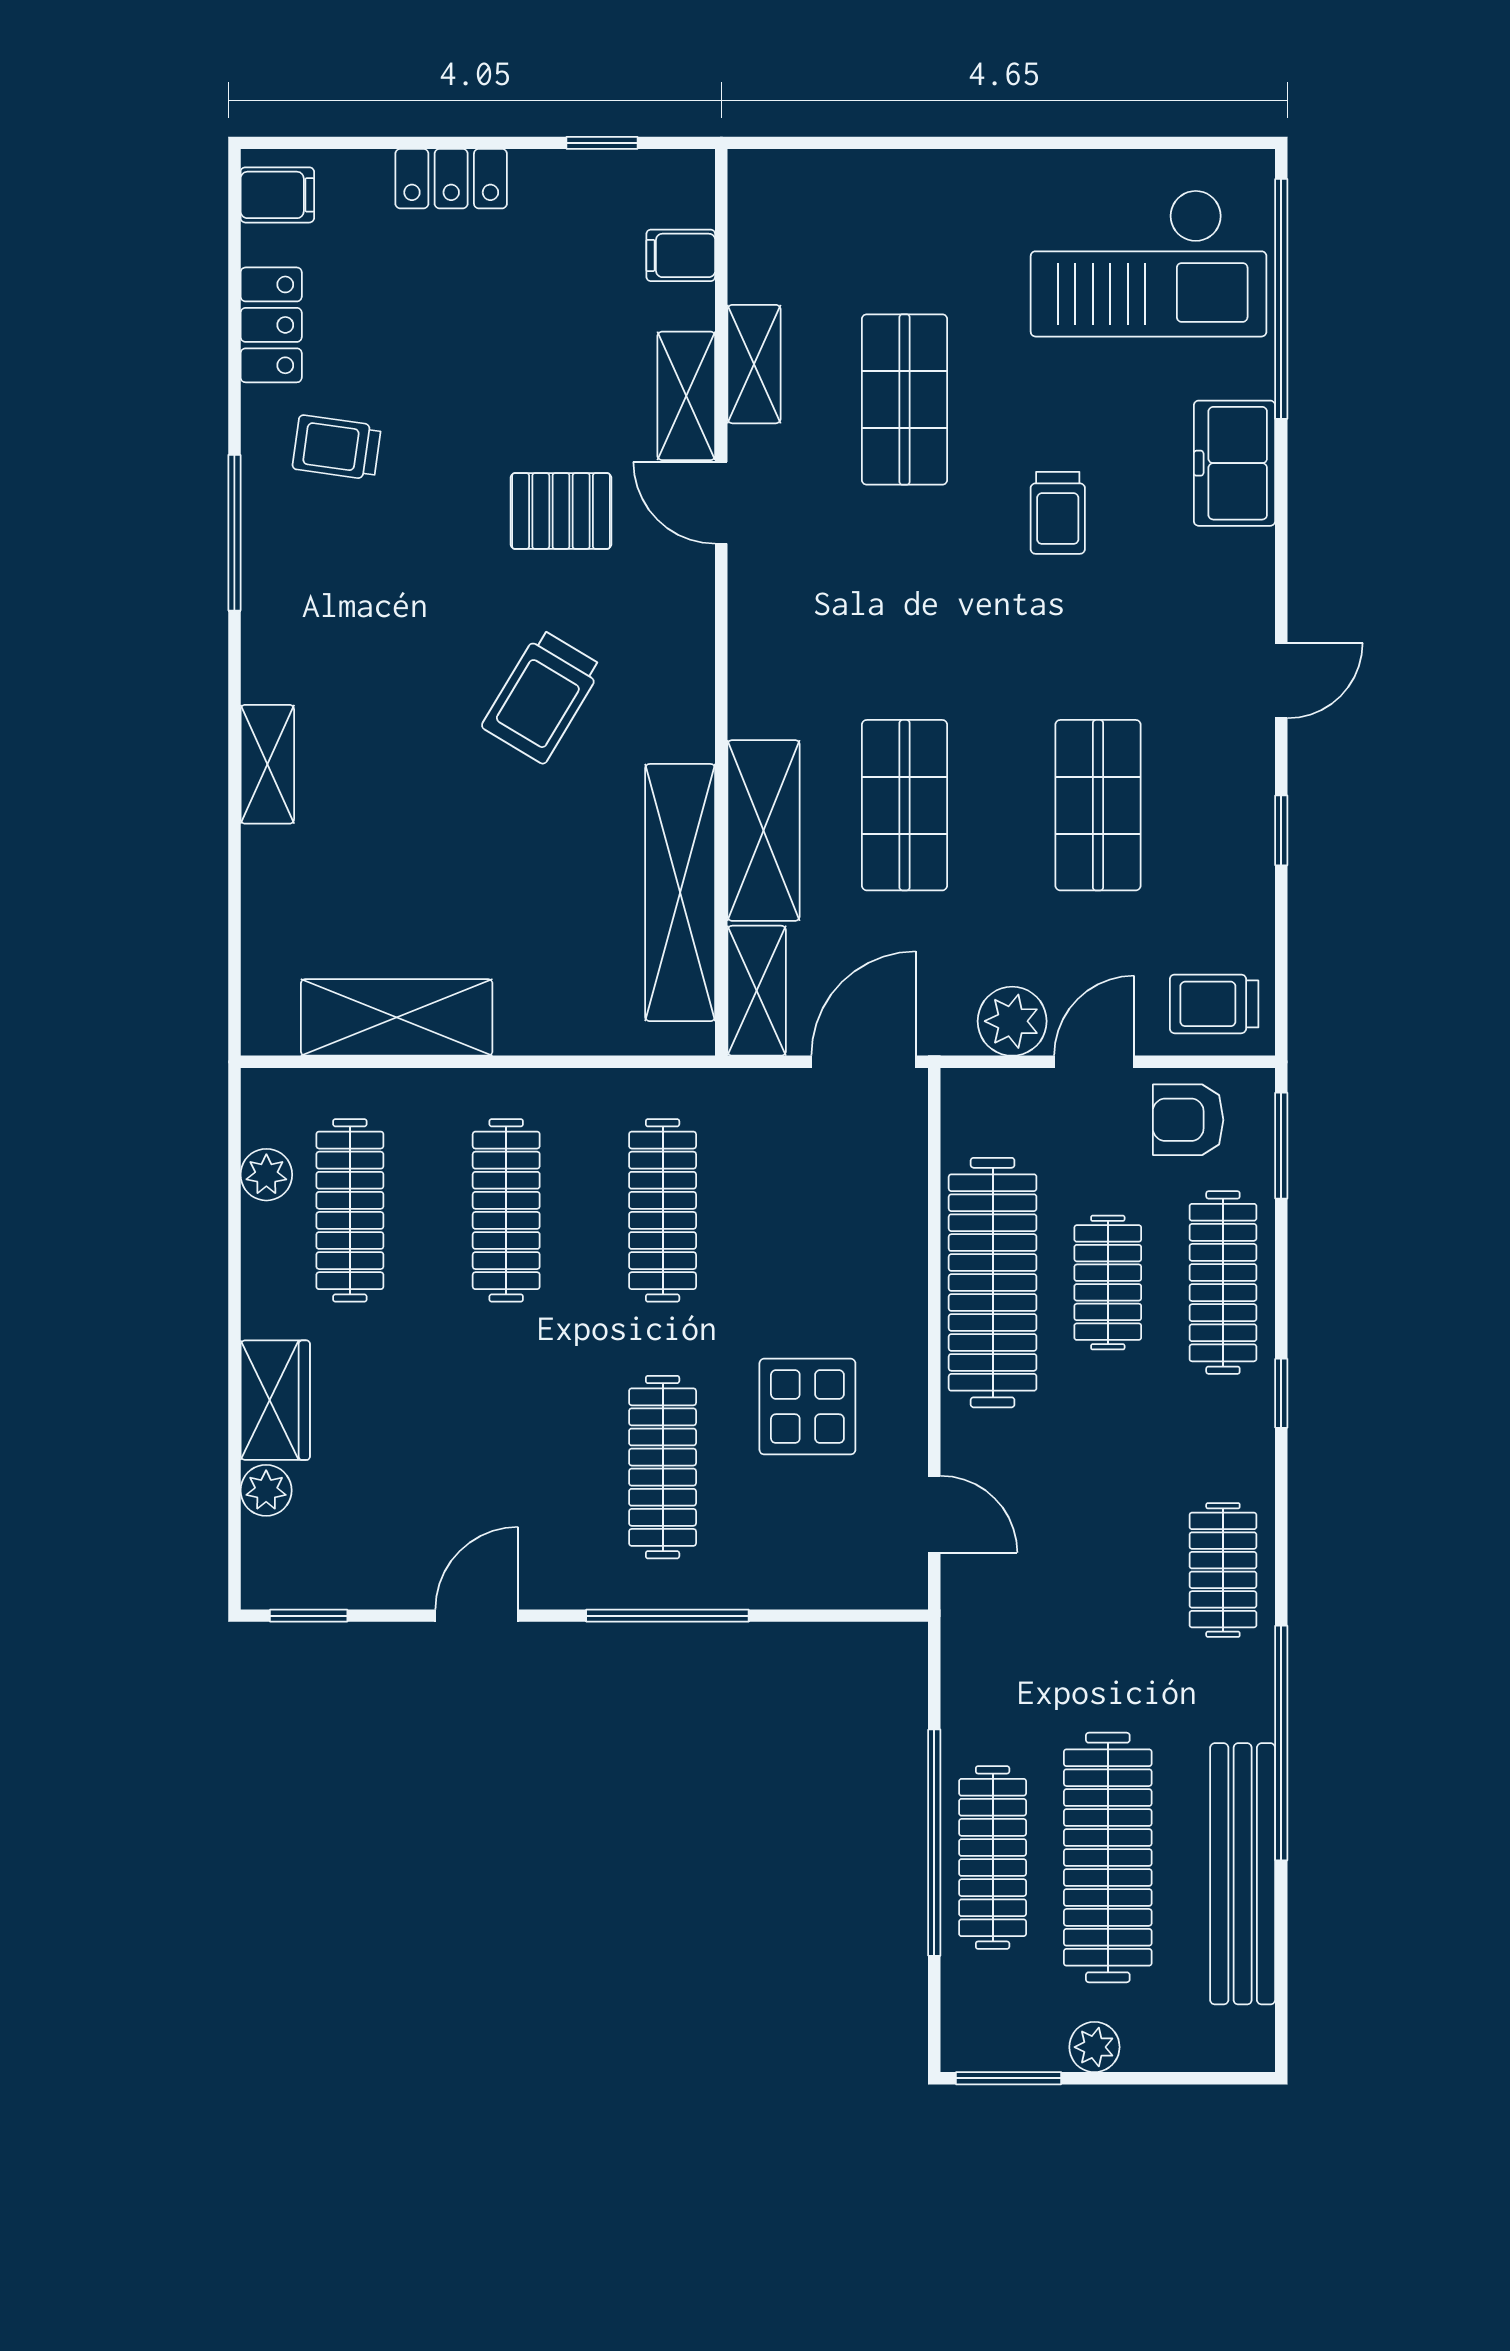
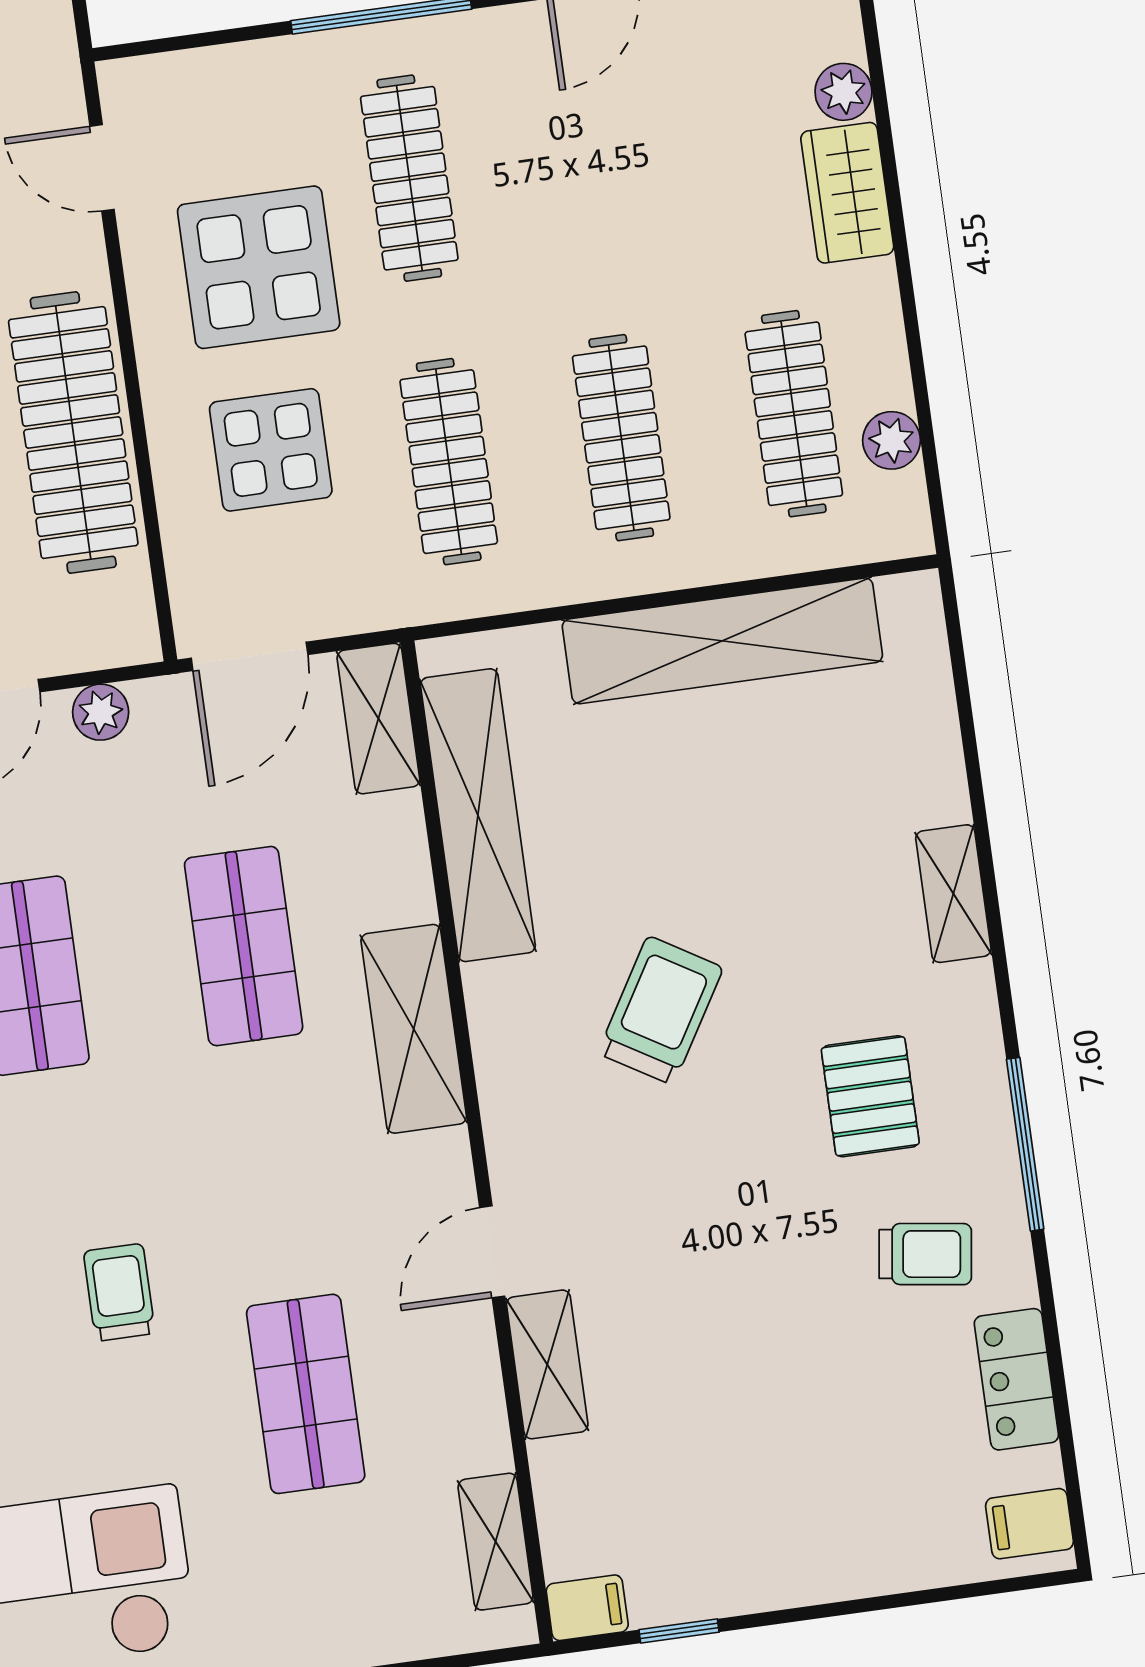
locker: (451, 179) -> (840, 1568), removed
filing cabinet: (681, 255) -> (587, 1608), moved
shelving: (754, 364) -> (496, 1542), moved
door: (721, 503) -> (492, 1252), swing flipped
pallet: (561, 511) -> (870, 1096), moved, turned 90
shelving: (764, 830) -> (414, 1029), moved
shelving: (397, 1017) -> (722, 641), width x1.47
plant: (1012, 1021) -> (101, 712), width x0.73, depth x0.73
display table: (819, 1243) -> (271, 450), added
display table: (807, 1407) -> (259, 267), width x1.36, depth x1.36

